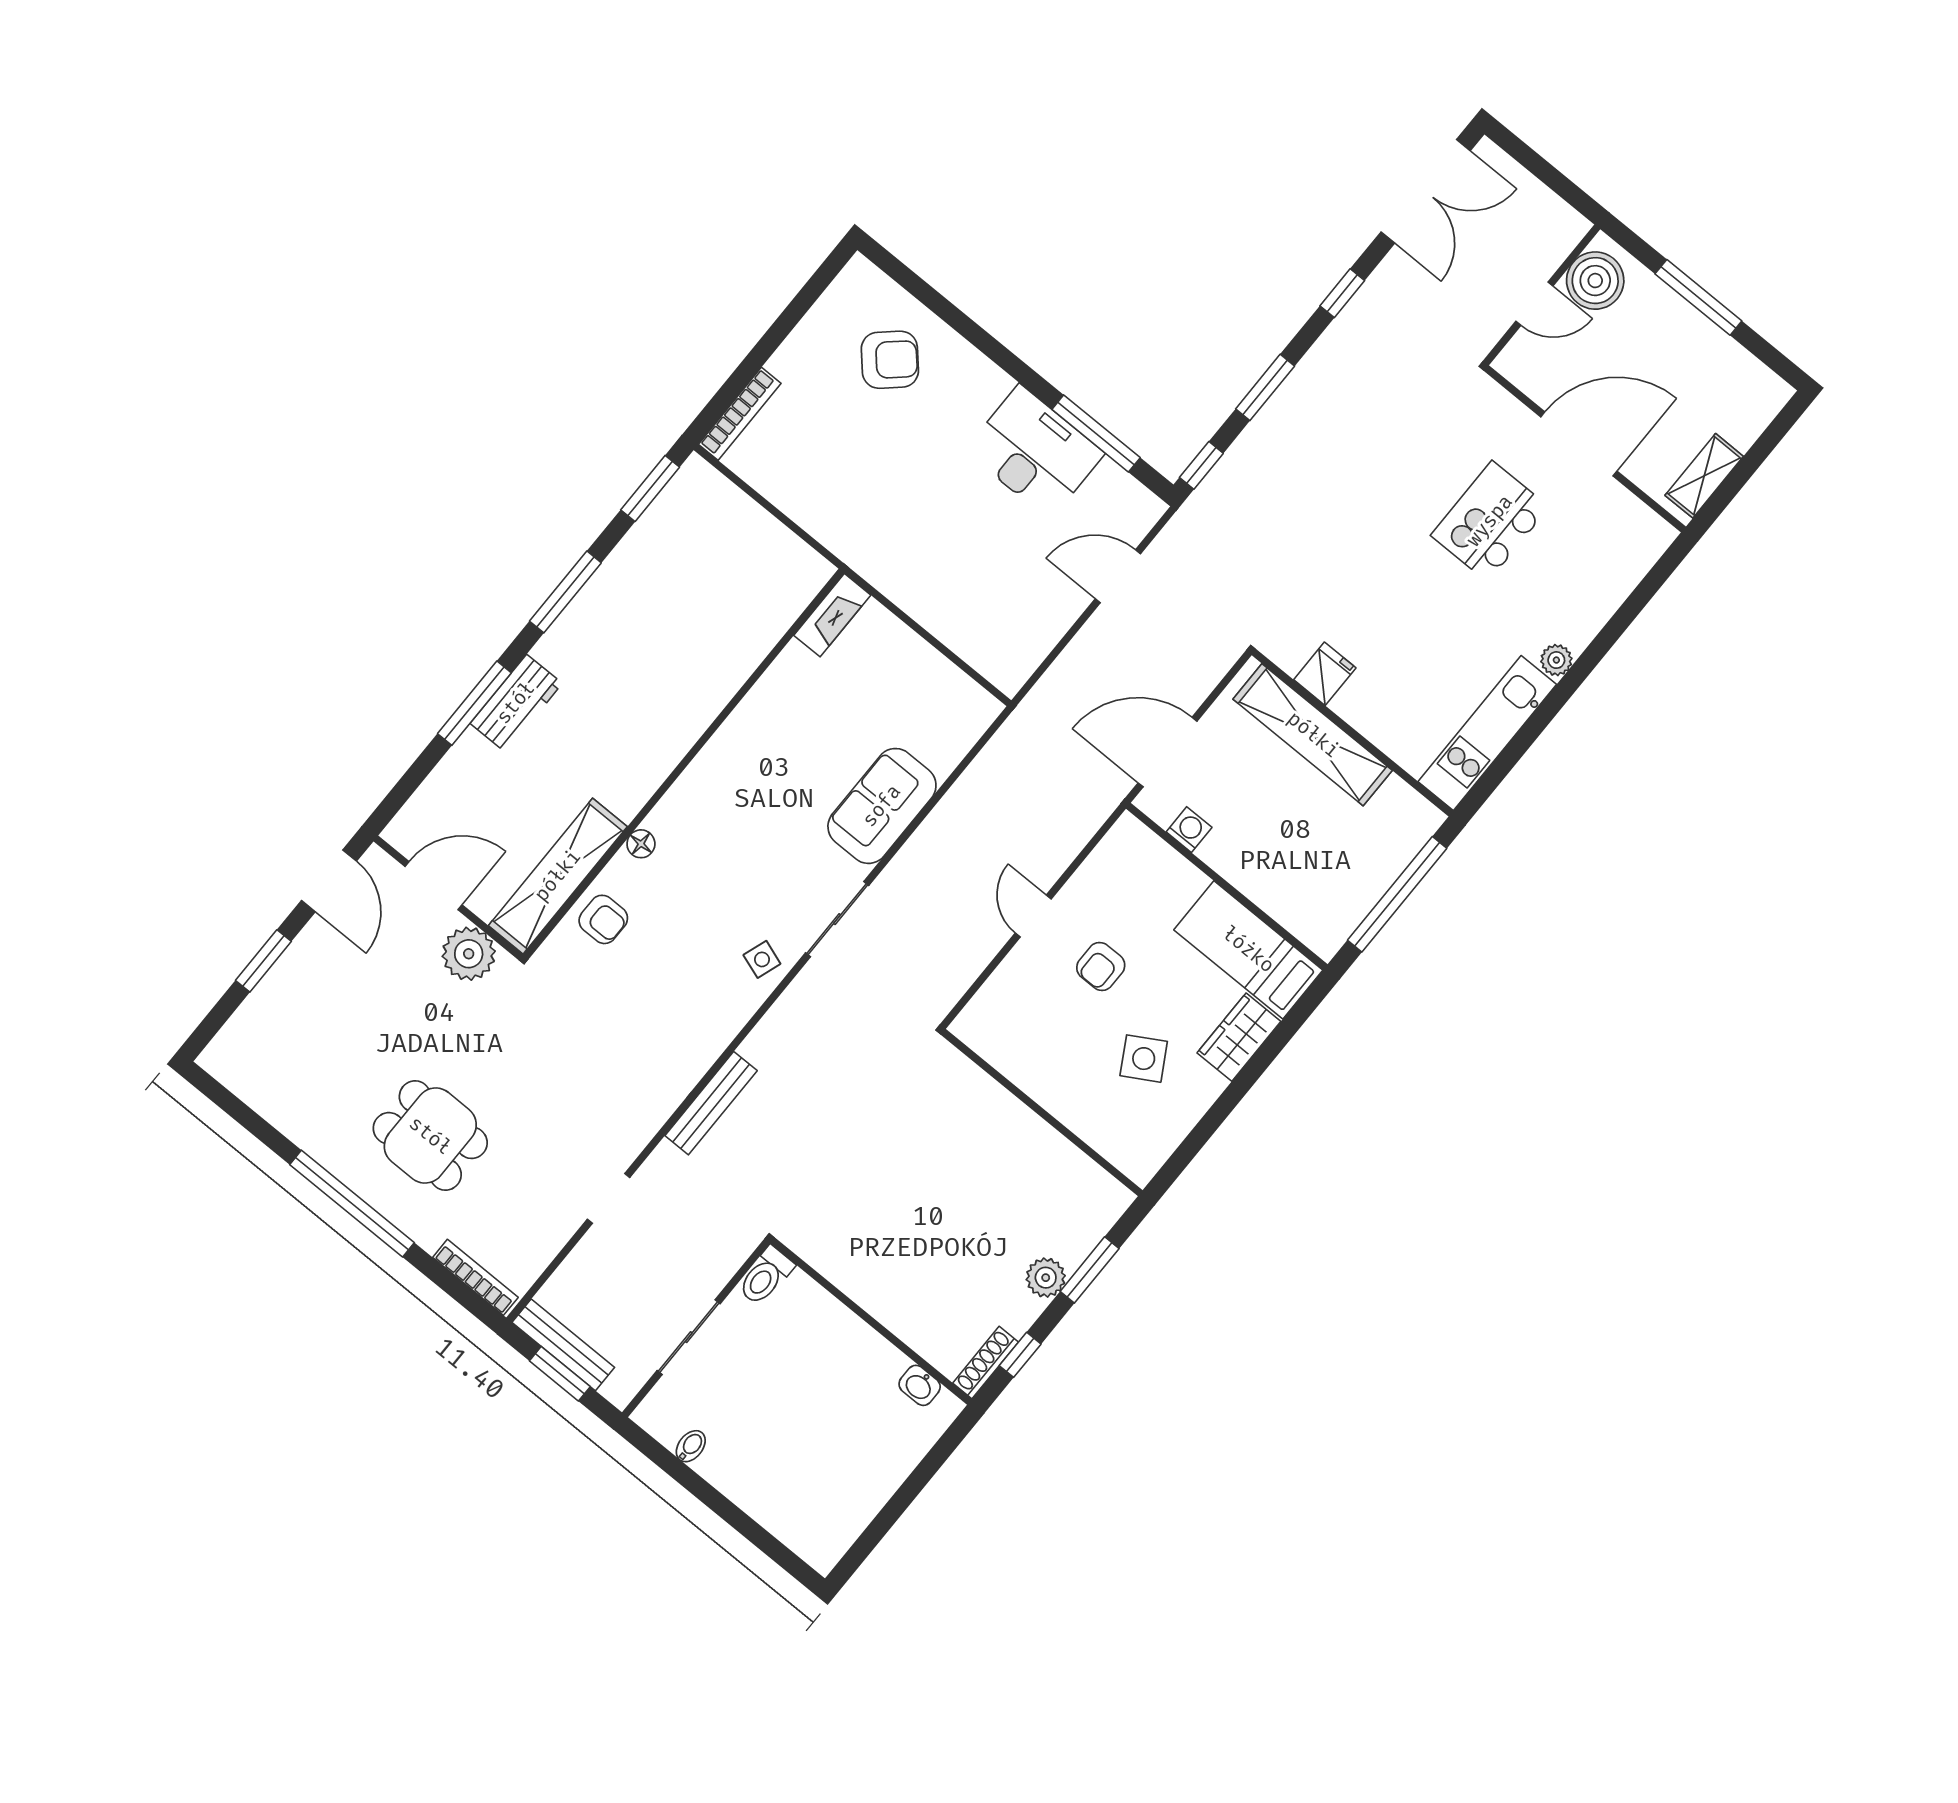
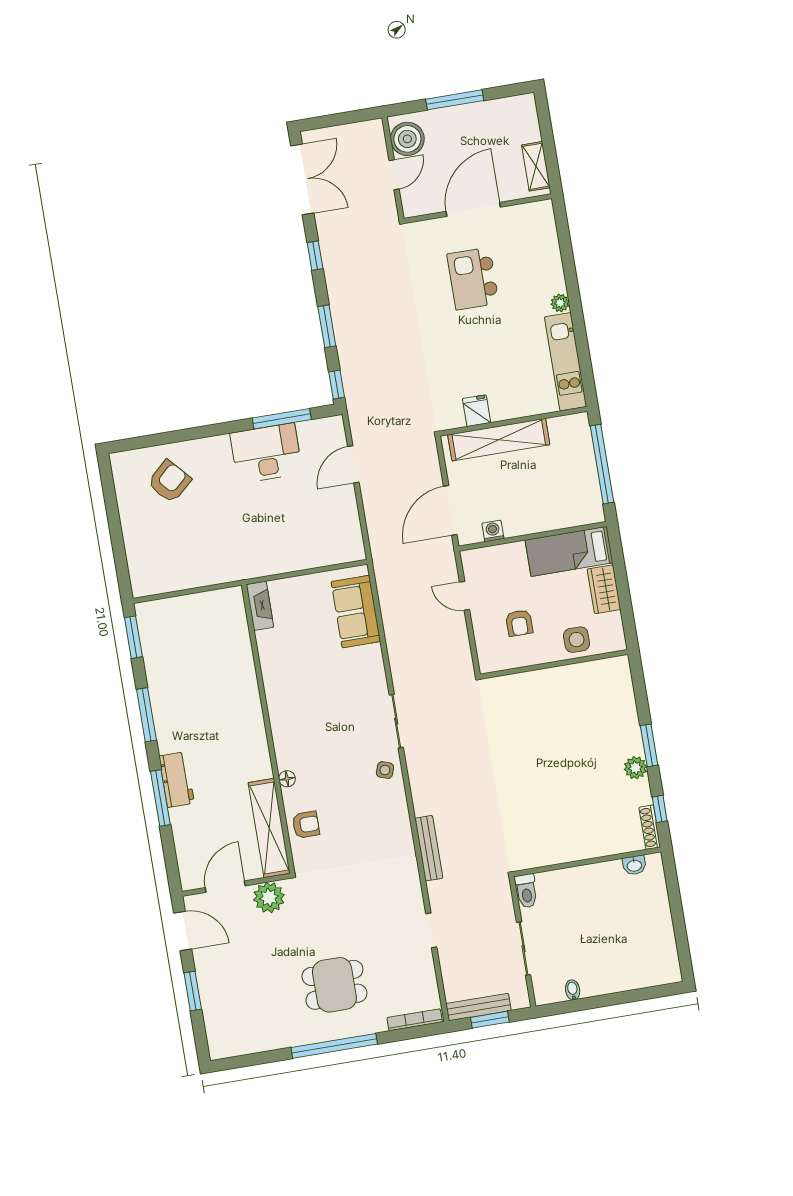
bookcase: (740, 414) -> (135, 569), removed
sofa: (882, 806) -> (356, 612), moved
door: (1033, 916) -> (465, 596), moved
side table: (1144, 1059) -> (577, 640), turned 30
wall: (1042, 1112) -> (554, 664), moved

